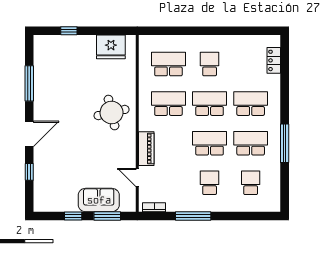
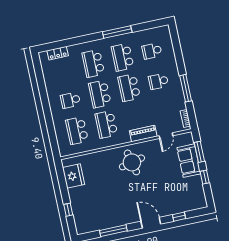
round table: (112, 113) -> (132, 162), moved

